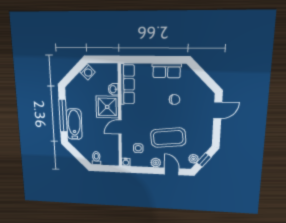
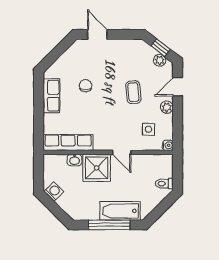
coffee table: (168, 138) -> (133, 92), width x0.54, depth x0.58

